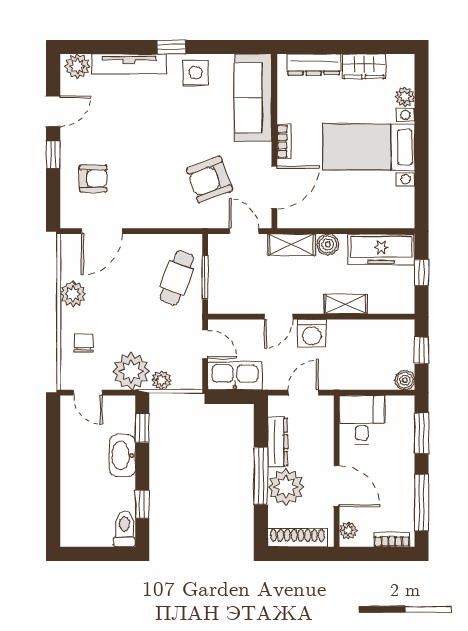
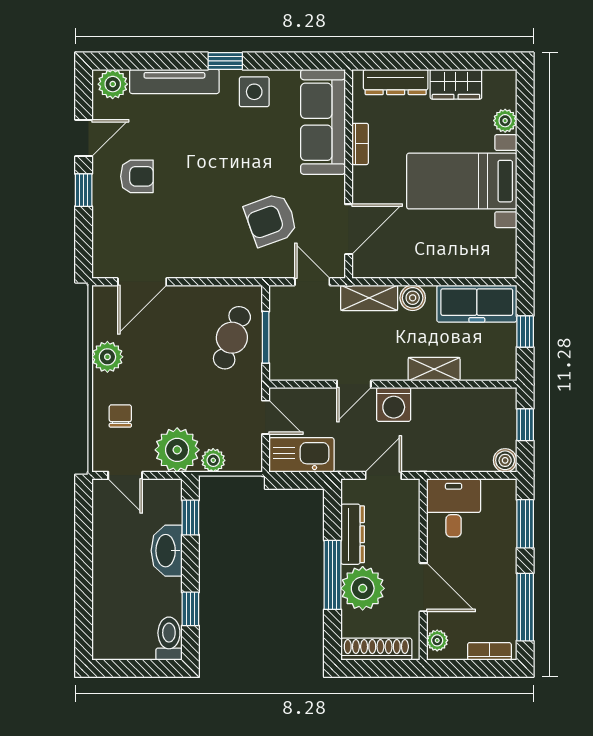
bookcase: (284, 141) -> (360, 144), moved
armchair: (93, 178) -> (137, 176), moved

